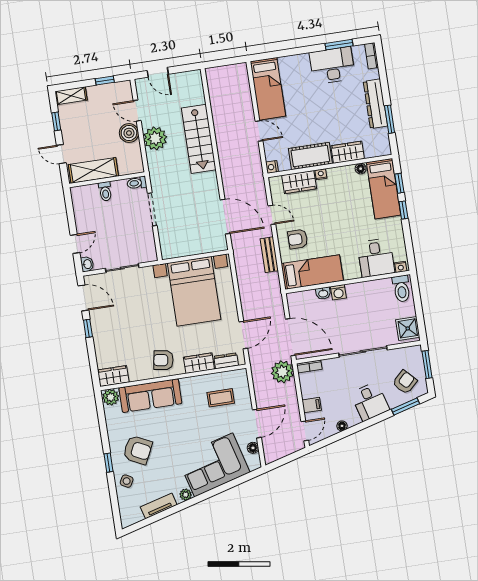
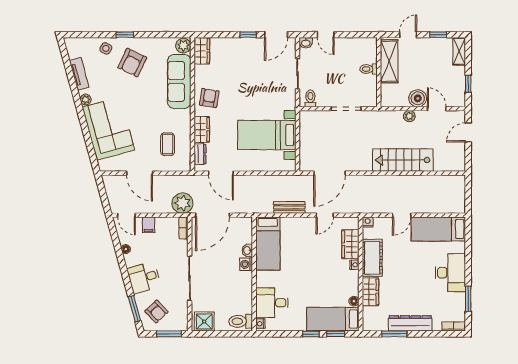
desk: (332, 65) -> (450, 273), moved
door: (137, 111) -> (437, 109), hinge flipped
plant: (155, 138) -> (409, 116), width x0.53, depth x0.53
toilet: (137, 183) -> (310, 98), moved
armchair: (298, 239) -> (299, 235), removed
bed with nightstands: (194, 291) -> (267, 135), width x0.73
floor lamp: (253, 448) -> (118, 166), removed

